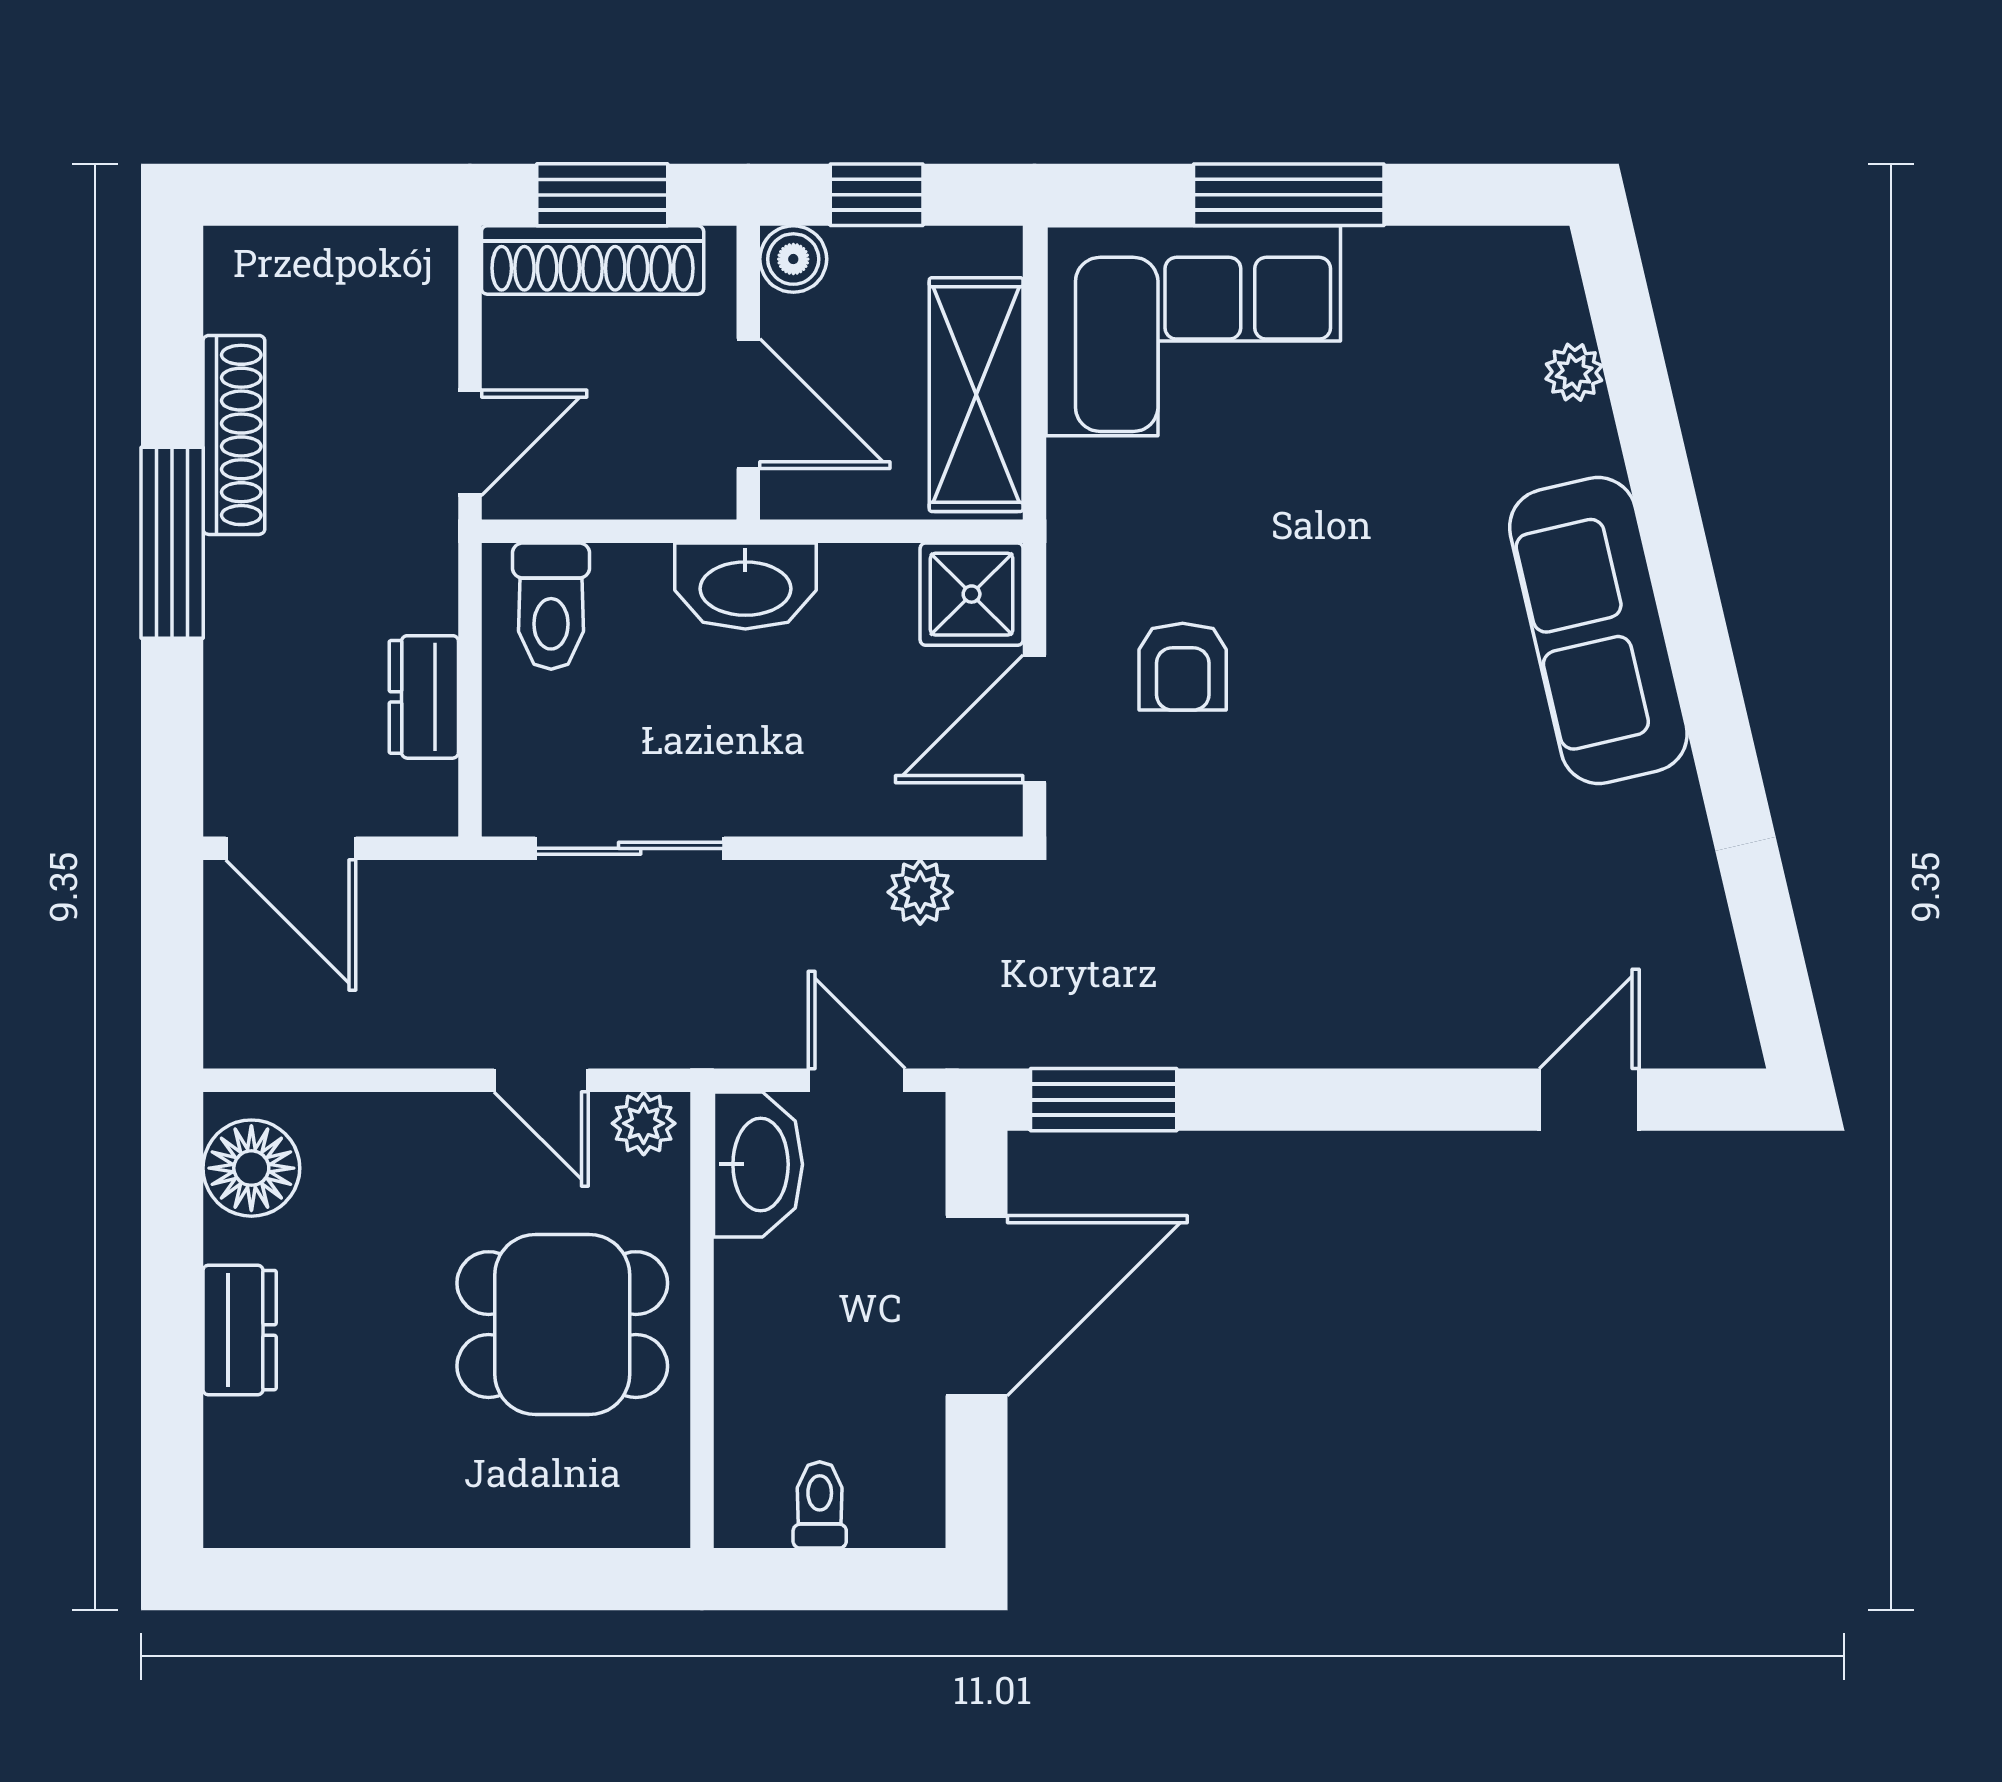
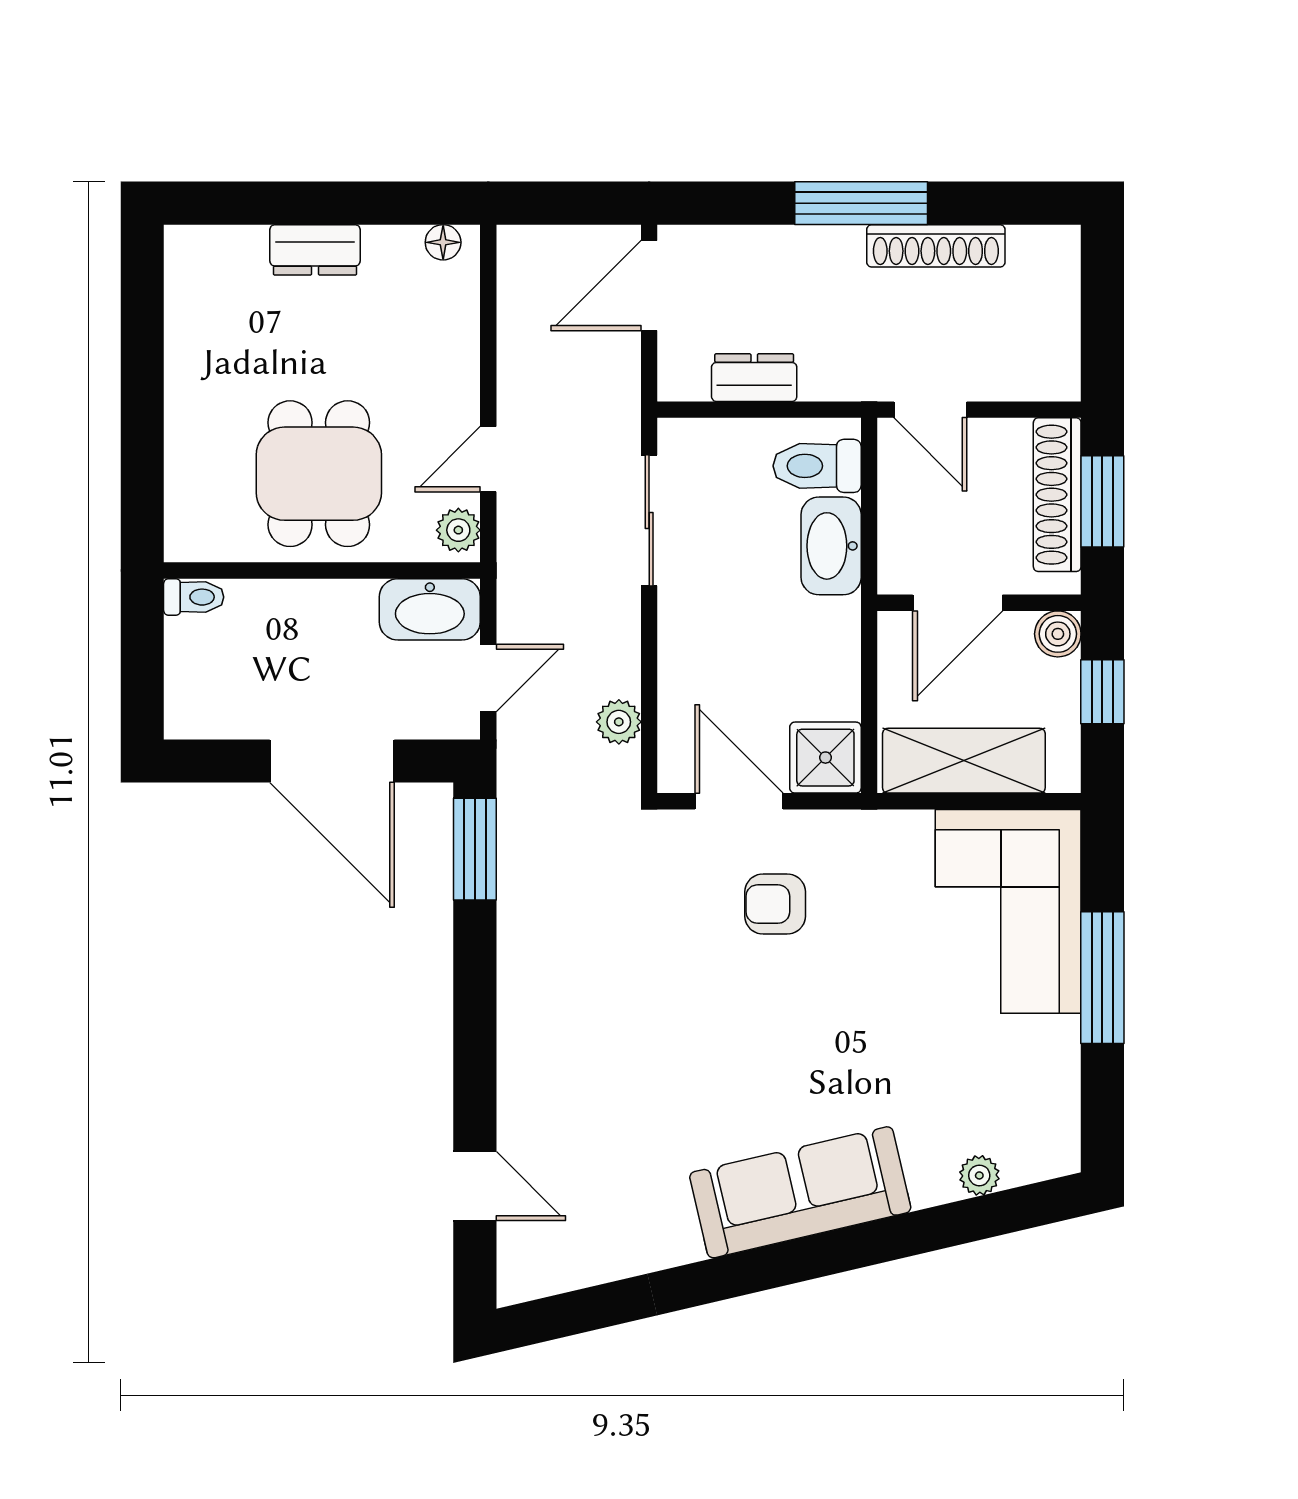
washbasin: (745, 586) -> (831, 546), moved
floor lamp: (251, 1168) -> (443, 242), width x0.53, depth x0.53
toilet: (820, 1505) -> (194, 597), moved

